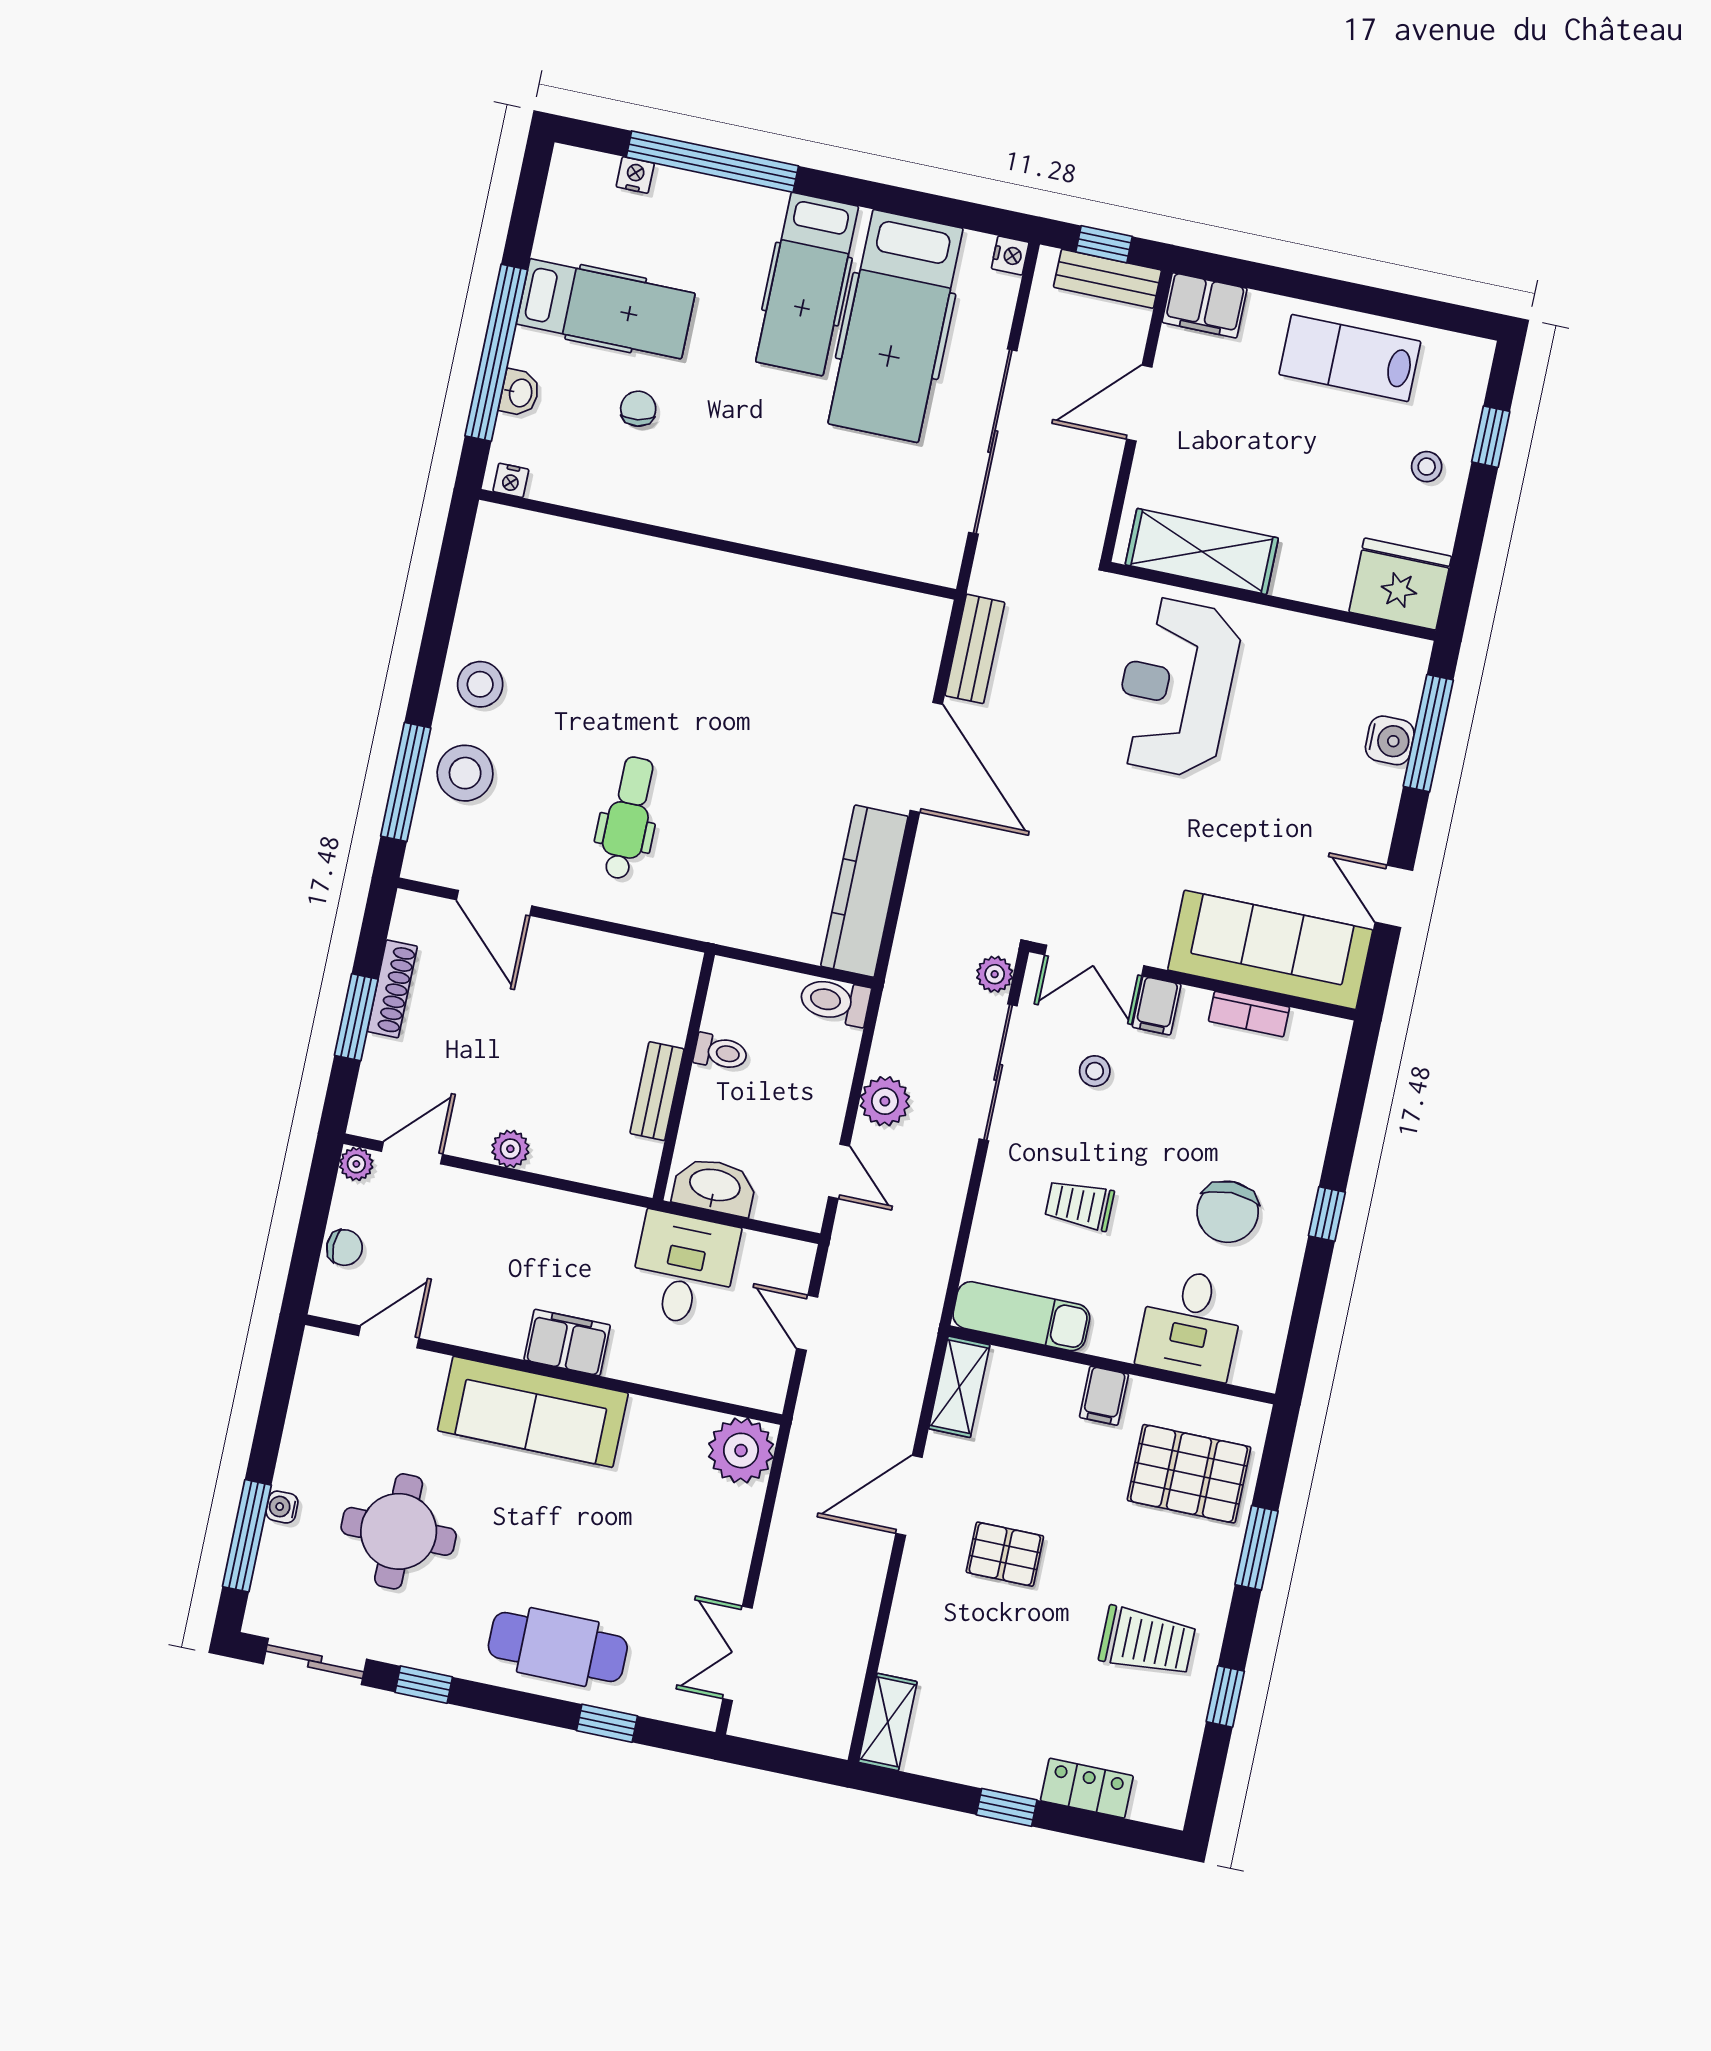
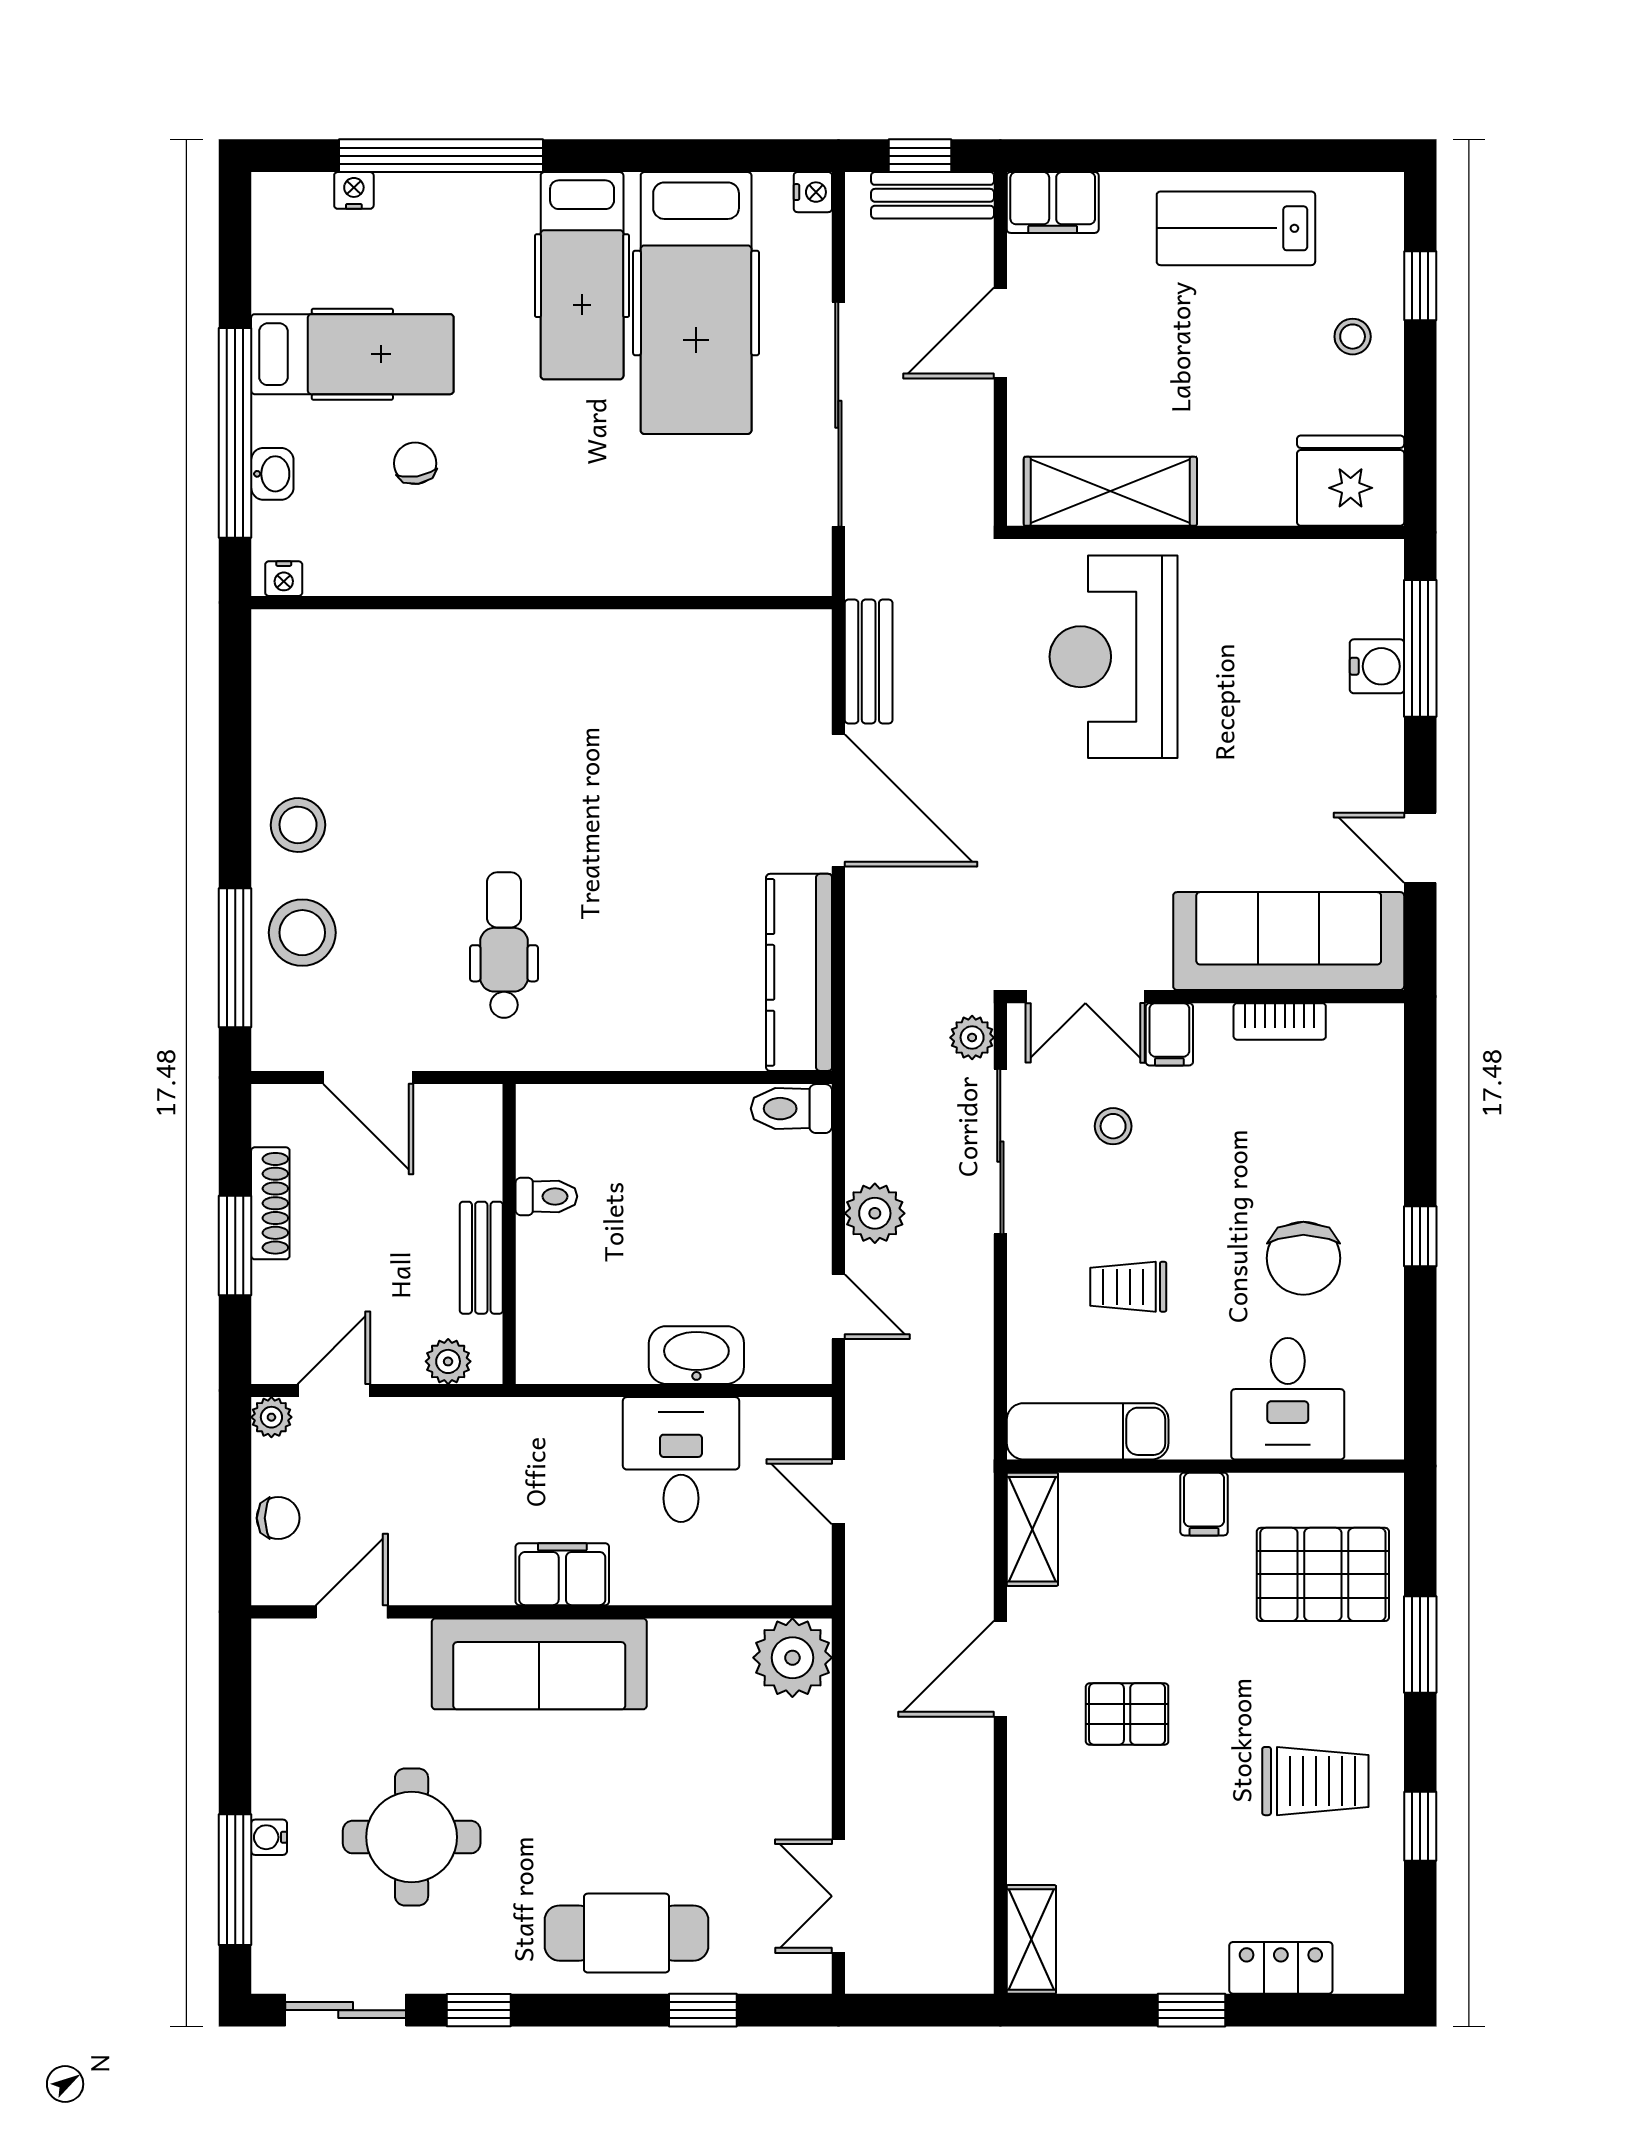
toilet: (721, 1052) -> (546, 1196), moved
wall: (684, 1077) -> (509, 1234), moved
bench: (657, 1091) -> (481, 1258), moved

